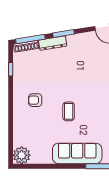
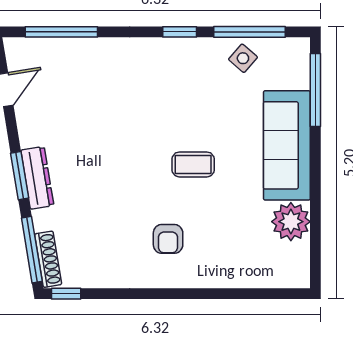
dresser: (53, 43) -> (37, 178), moved
window: (11, 69) -> (66, 294), moved
plant: (22, 155) -> (291, 222), moved

